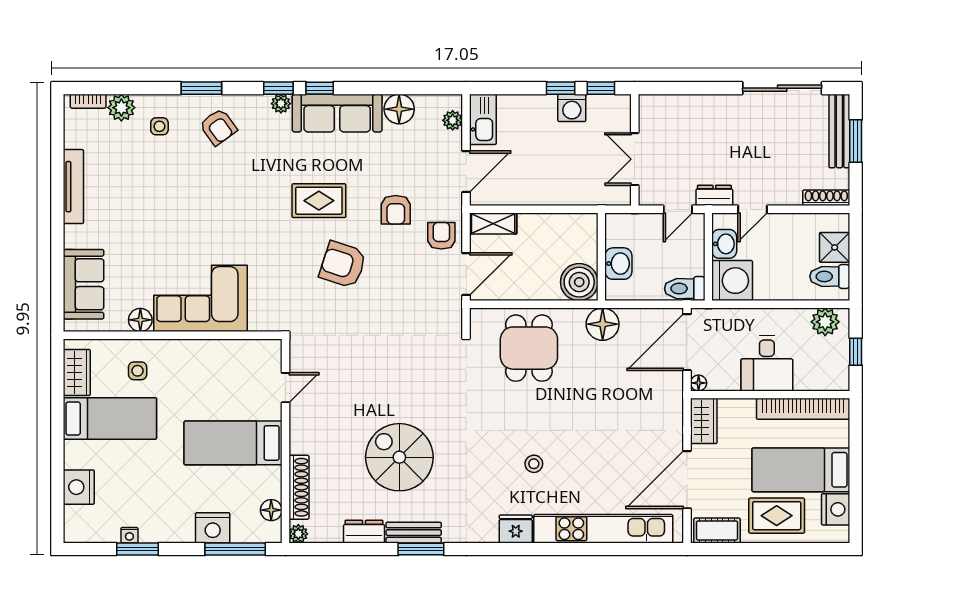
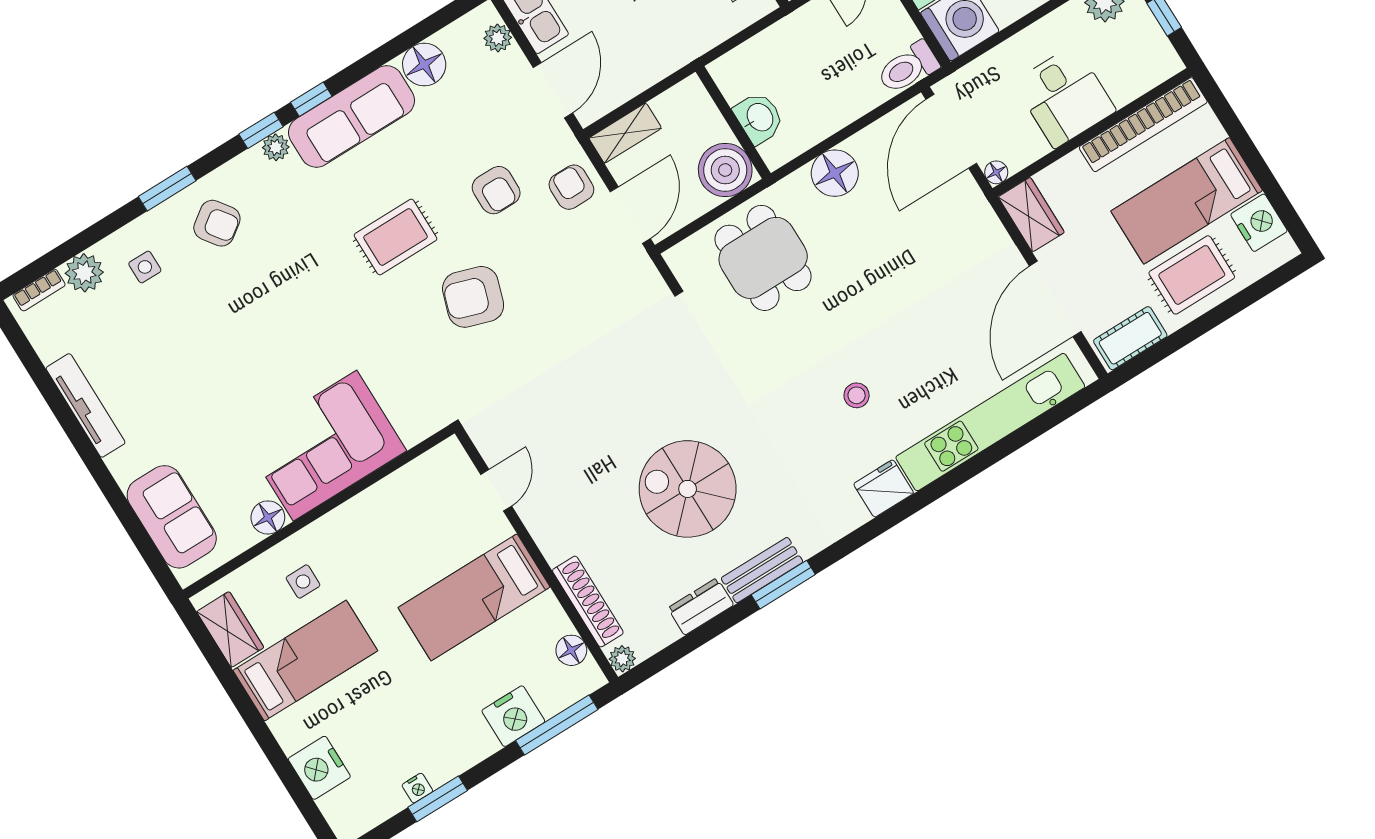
wall: (601, 257) -> (733, 122), moved
washbasin: (618, 264) -> (759, 118), moved
boiler: (579, 282) -> (725, 170), moved

